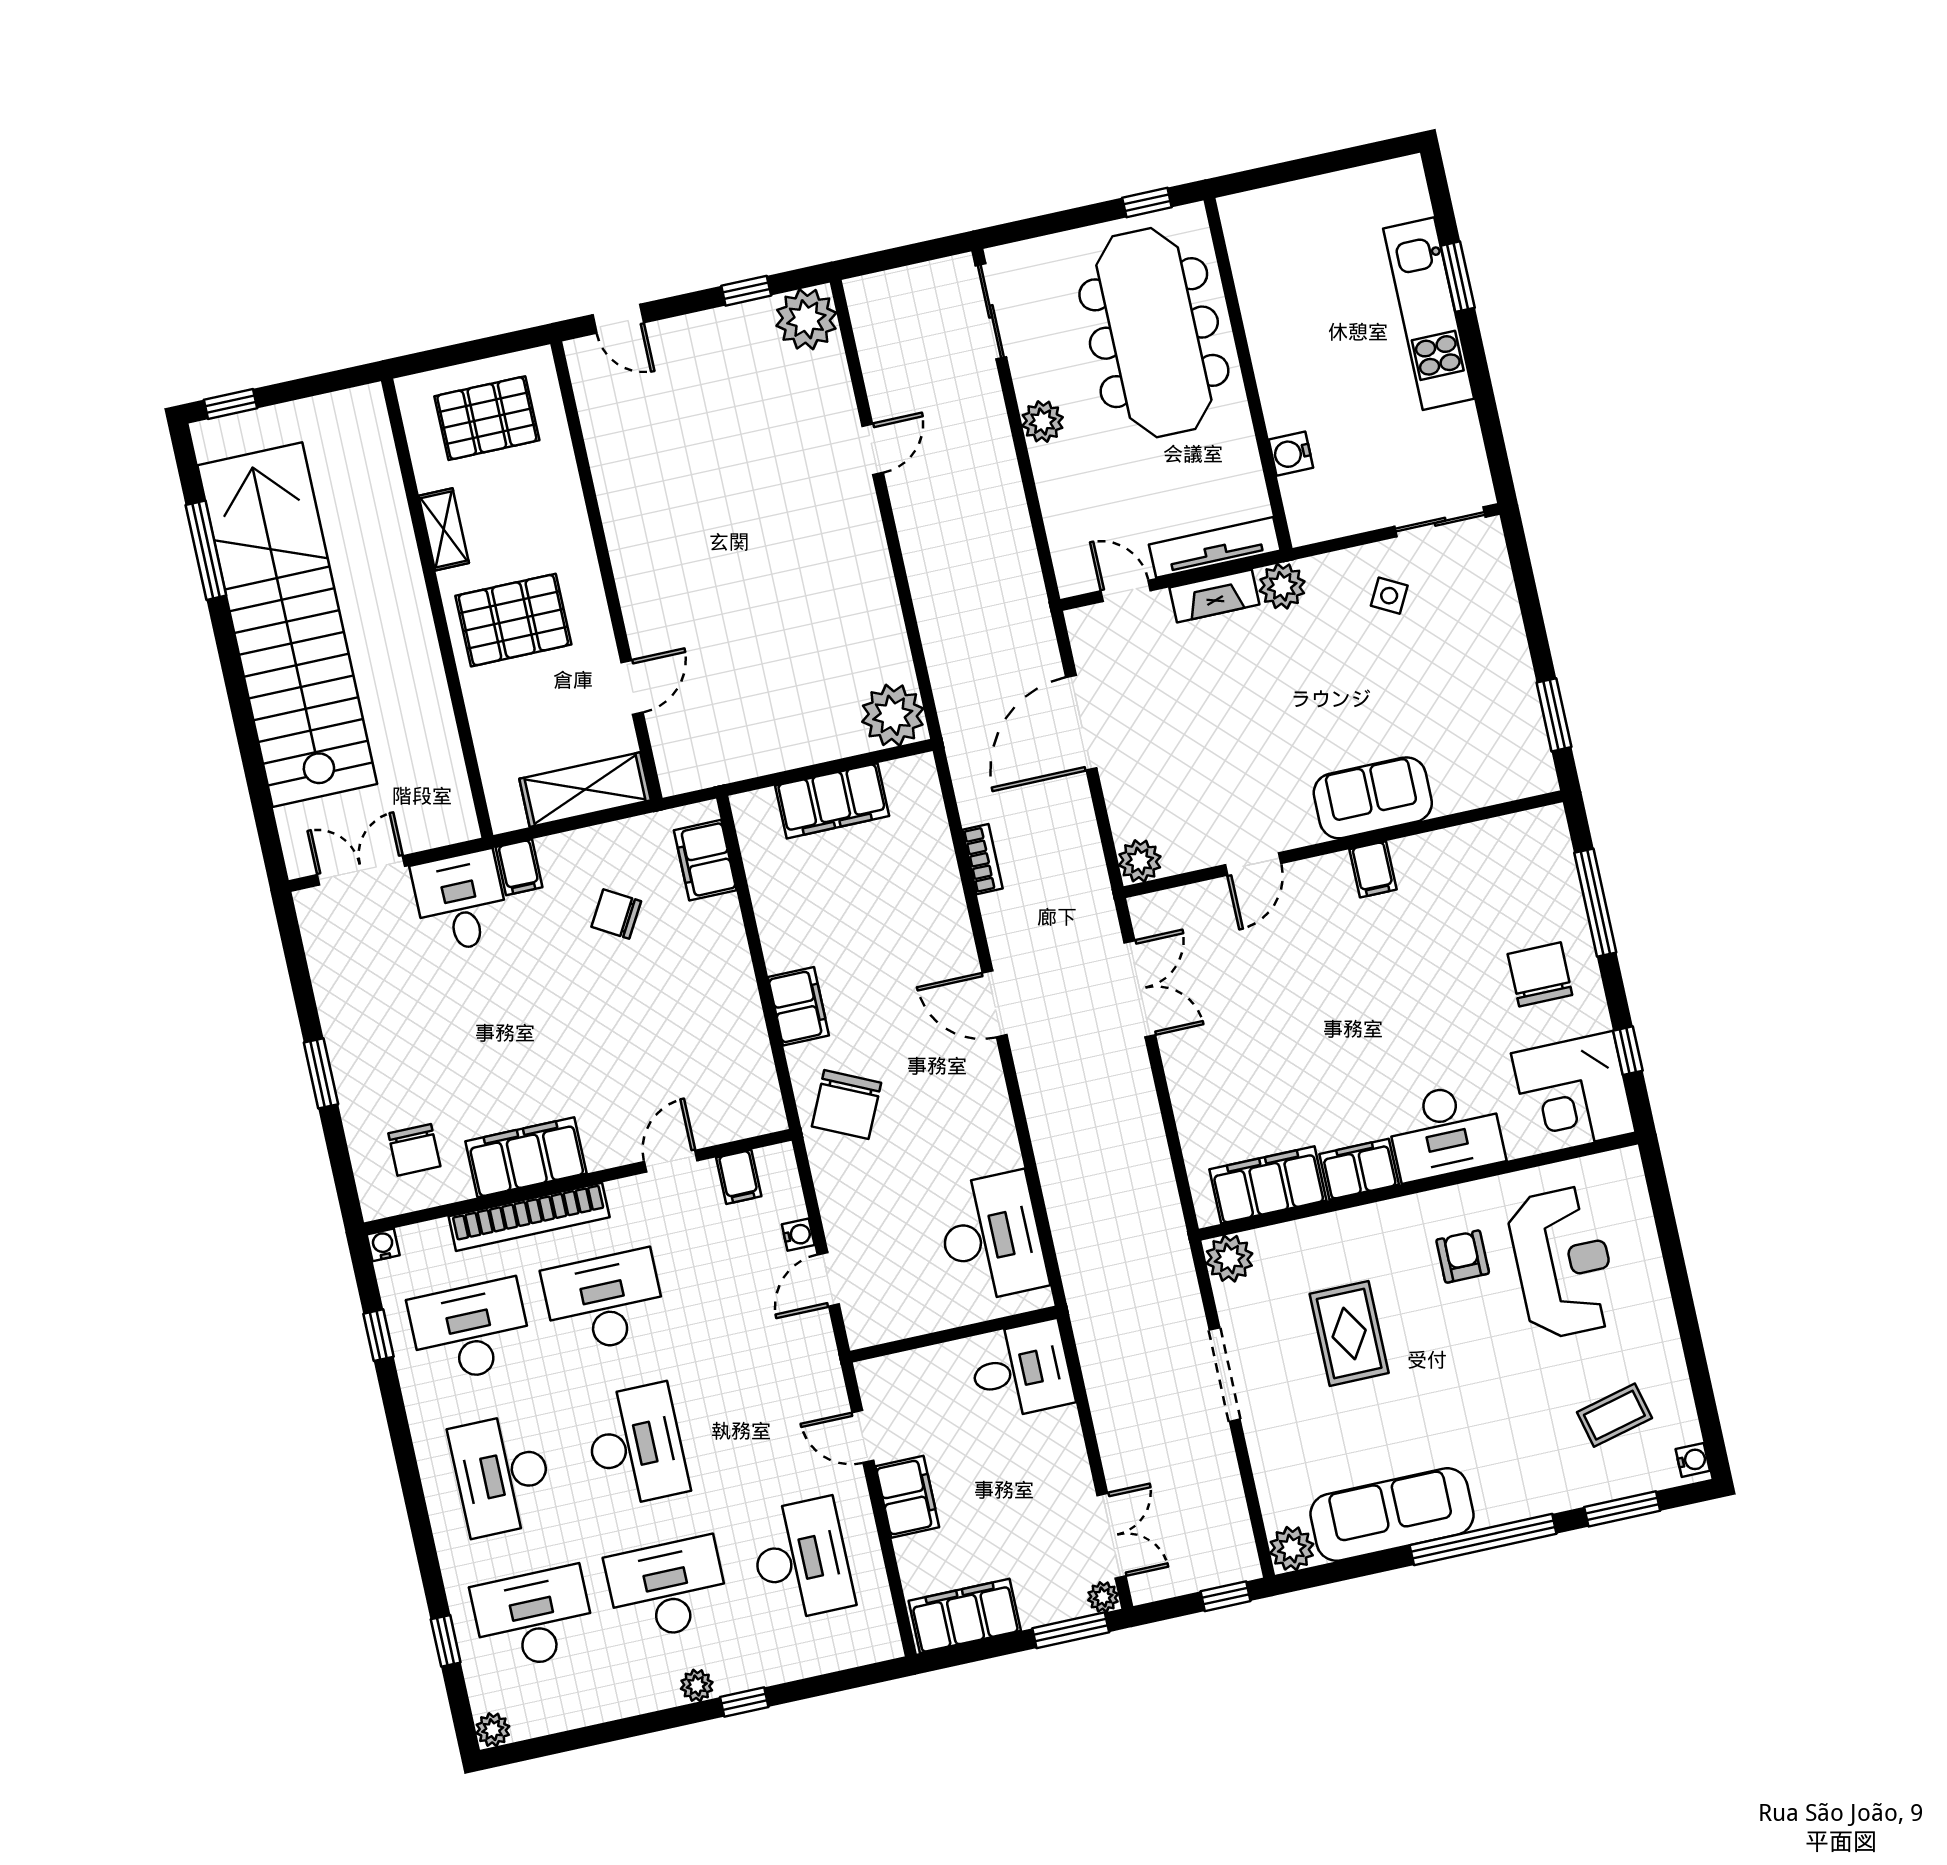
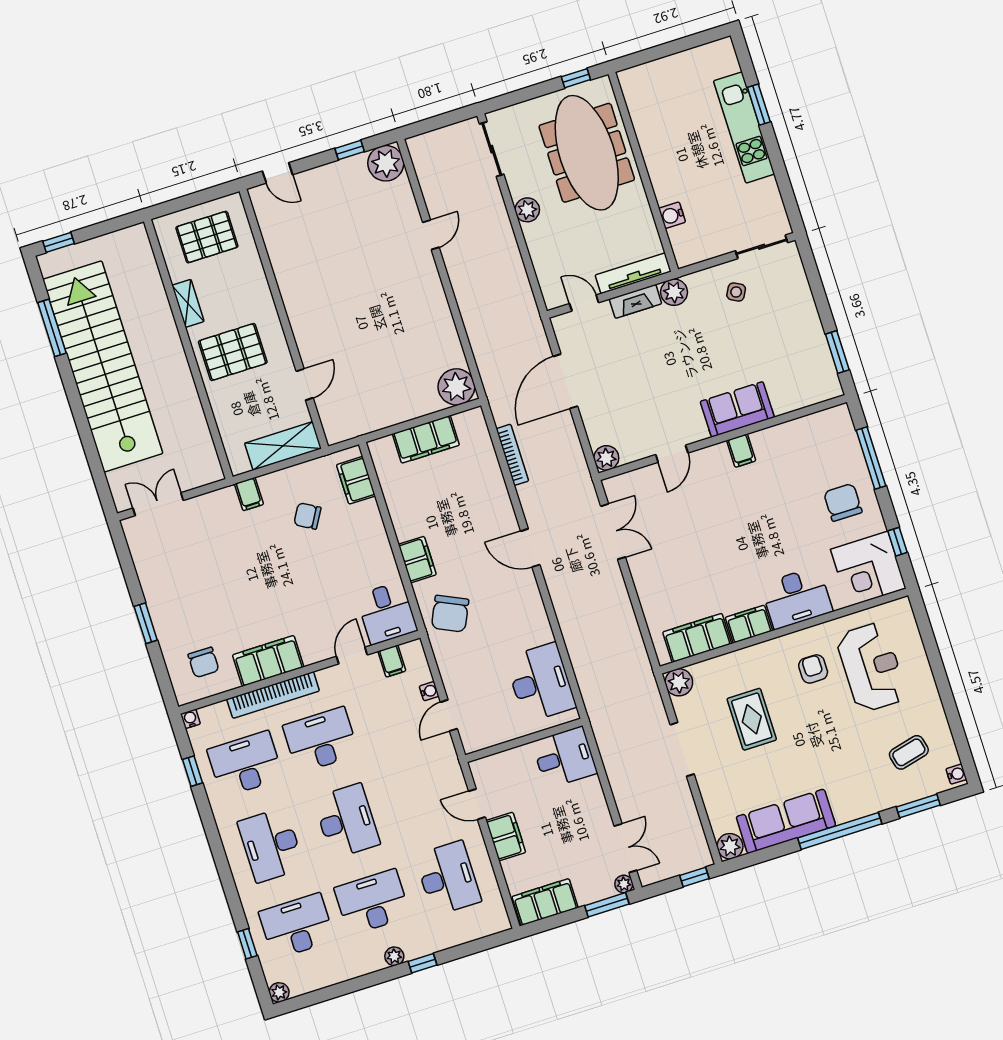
bookcase: (983, 859) -> (512, 455), width x1.56
desk: (461, 902) -> (387, 613), moved, turned 180

